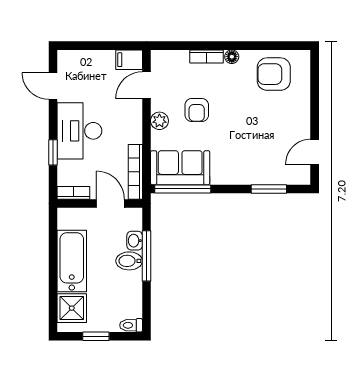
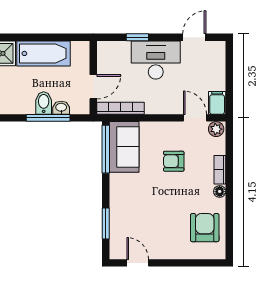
plant: (159, 121) -> (216, 129), moved
bookcase: (73, 193) -> (102, 55), removed

